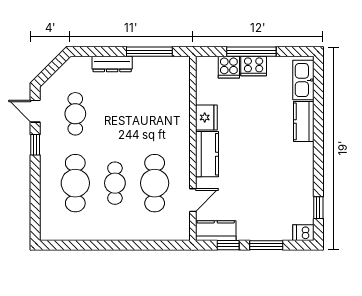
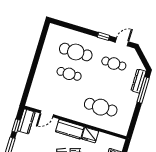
window: (149, 52) -> (143, 90), moved
dresser: (112, 64) -> (138, 81), moved
cafe table: (155, 183) -> (101, 107), moved
door: (193, 200) -> (47, 114), hinge flipped

